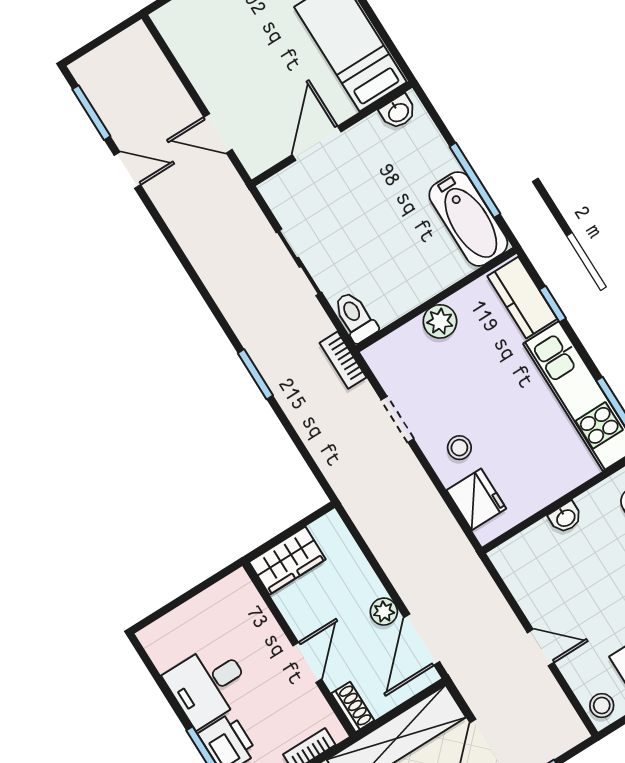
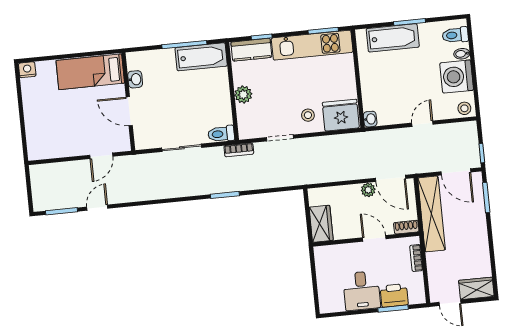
washbasin: (398, 112) -> (135, 79), moved
fridge: (476, 499) -> (341, 115), width x1.36, depth x1.34
washbasin: (565, 518) -> (370, 119), moved

